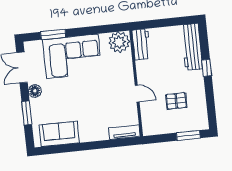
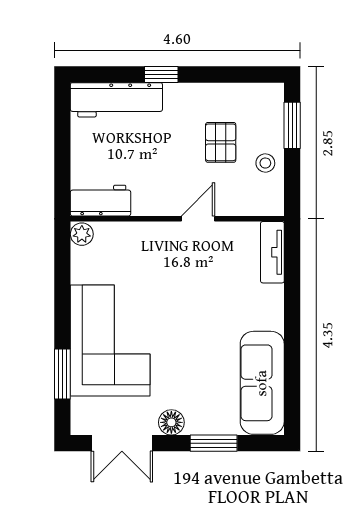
plant: (119, 42) -> (82, 234), width x0.53, depth x0.53
stool: (168, 124) -> (265, 163), added
sofa: (59, 134) -> (262, 383), width x1.36

